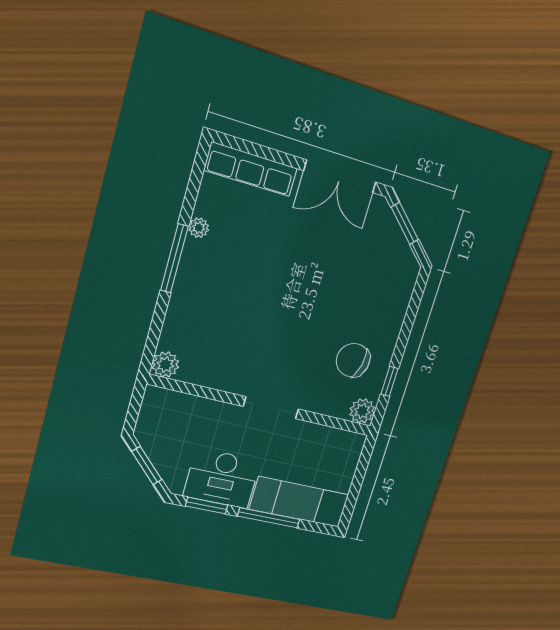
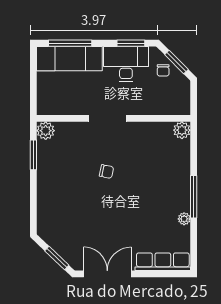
chair: (353, 360) -> (106, 172), moved, width x0.54, depth x0.54
window: (389, 381) -> (33, 155), width x1.50
chair: (170, 458) -> (163, 70), added
window: (269, 518) -> (70, 43), moved

